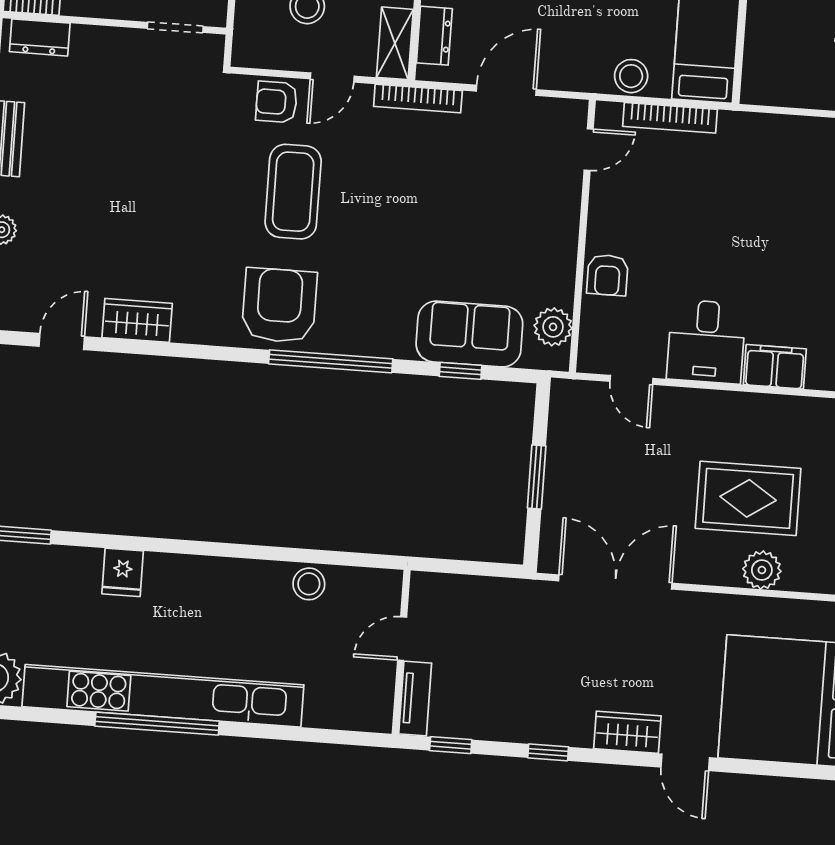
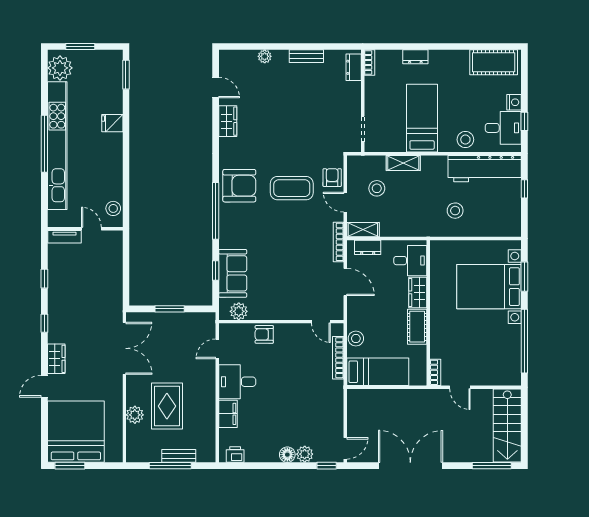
door: (402, 639) -> (91, 229), moved
wall: (401, 652) -> (85, 229), moved
tv unit: (415, 698) -> (65, 237), moved

